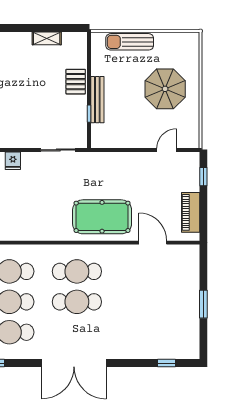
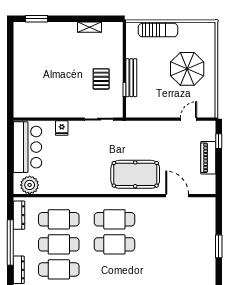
sun lounger: (130, 42) -> (158, 30), turned 180
pallet: (76, 82) -> (101, 79), moved
piano: (191, 212) -> (208, 158), moved

